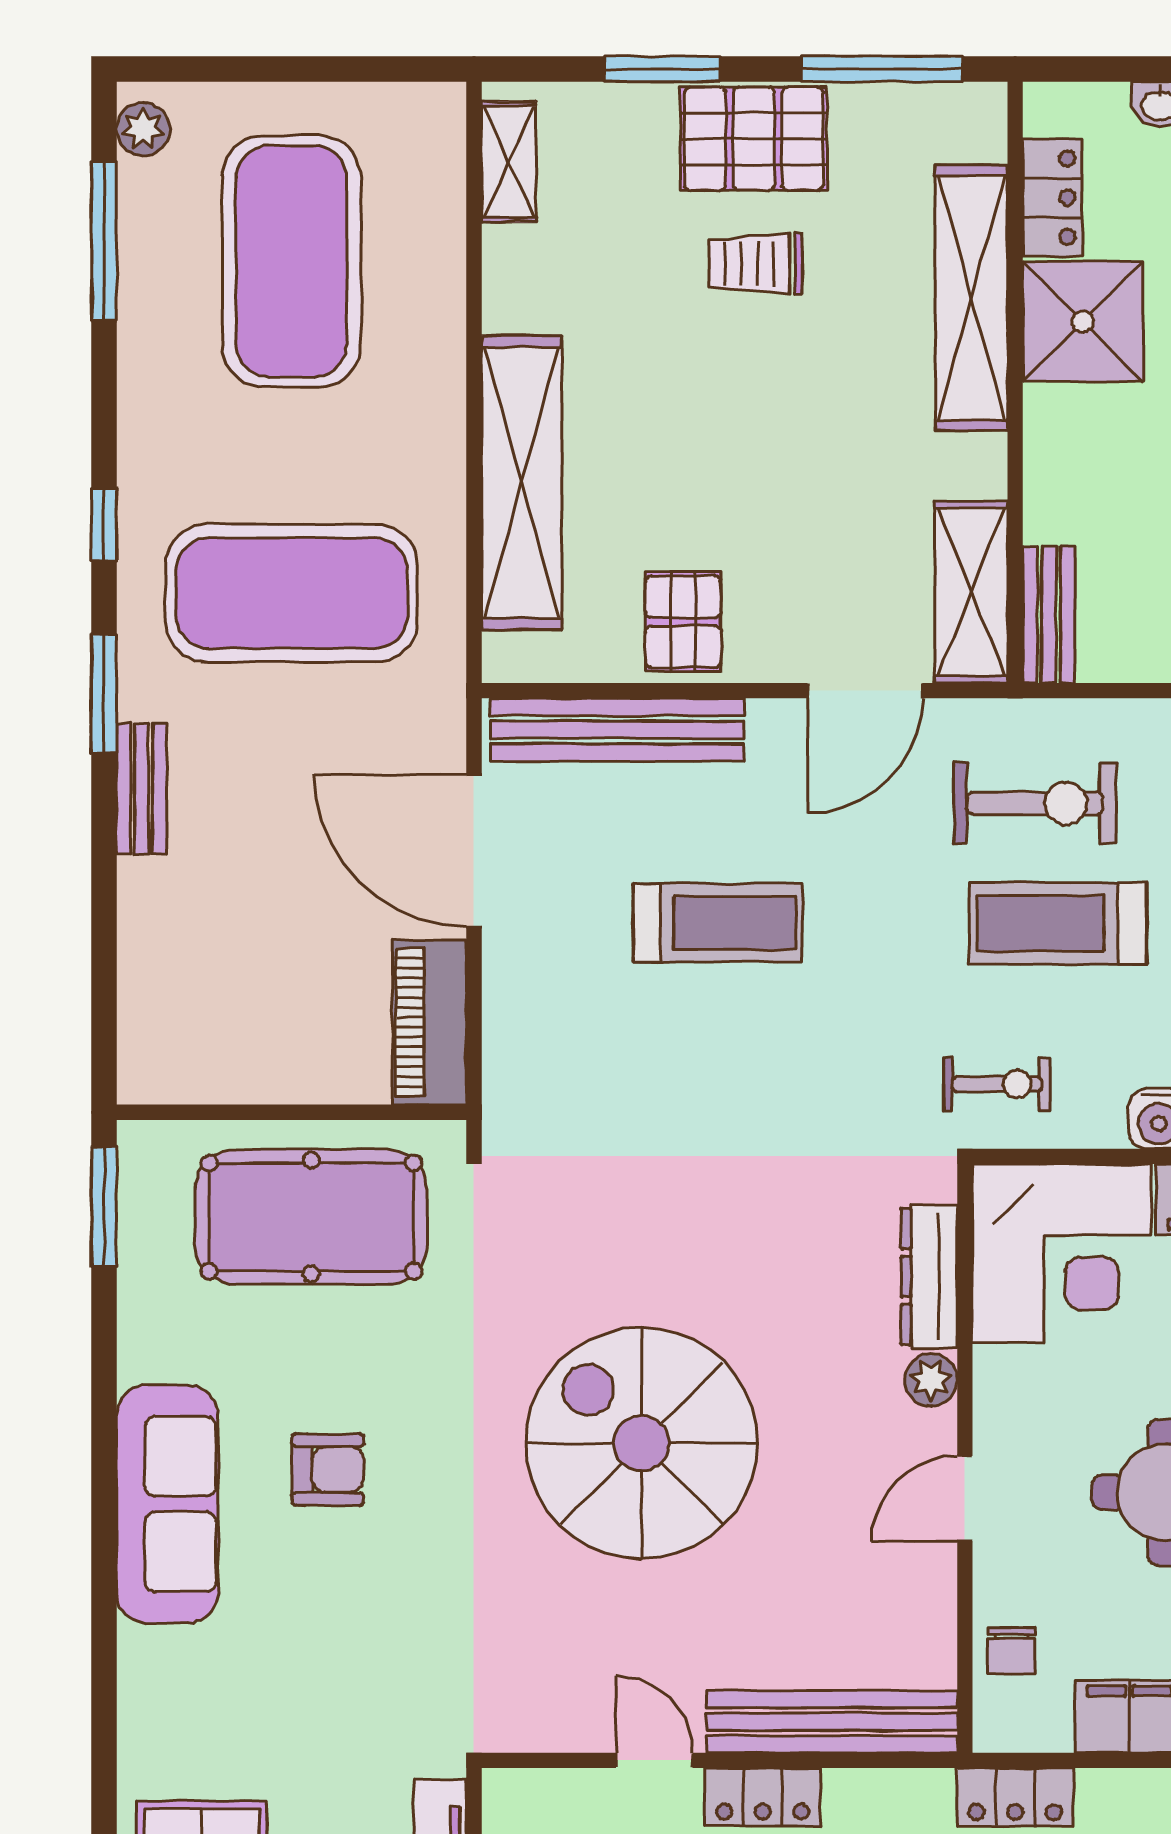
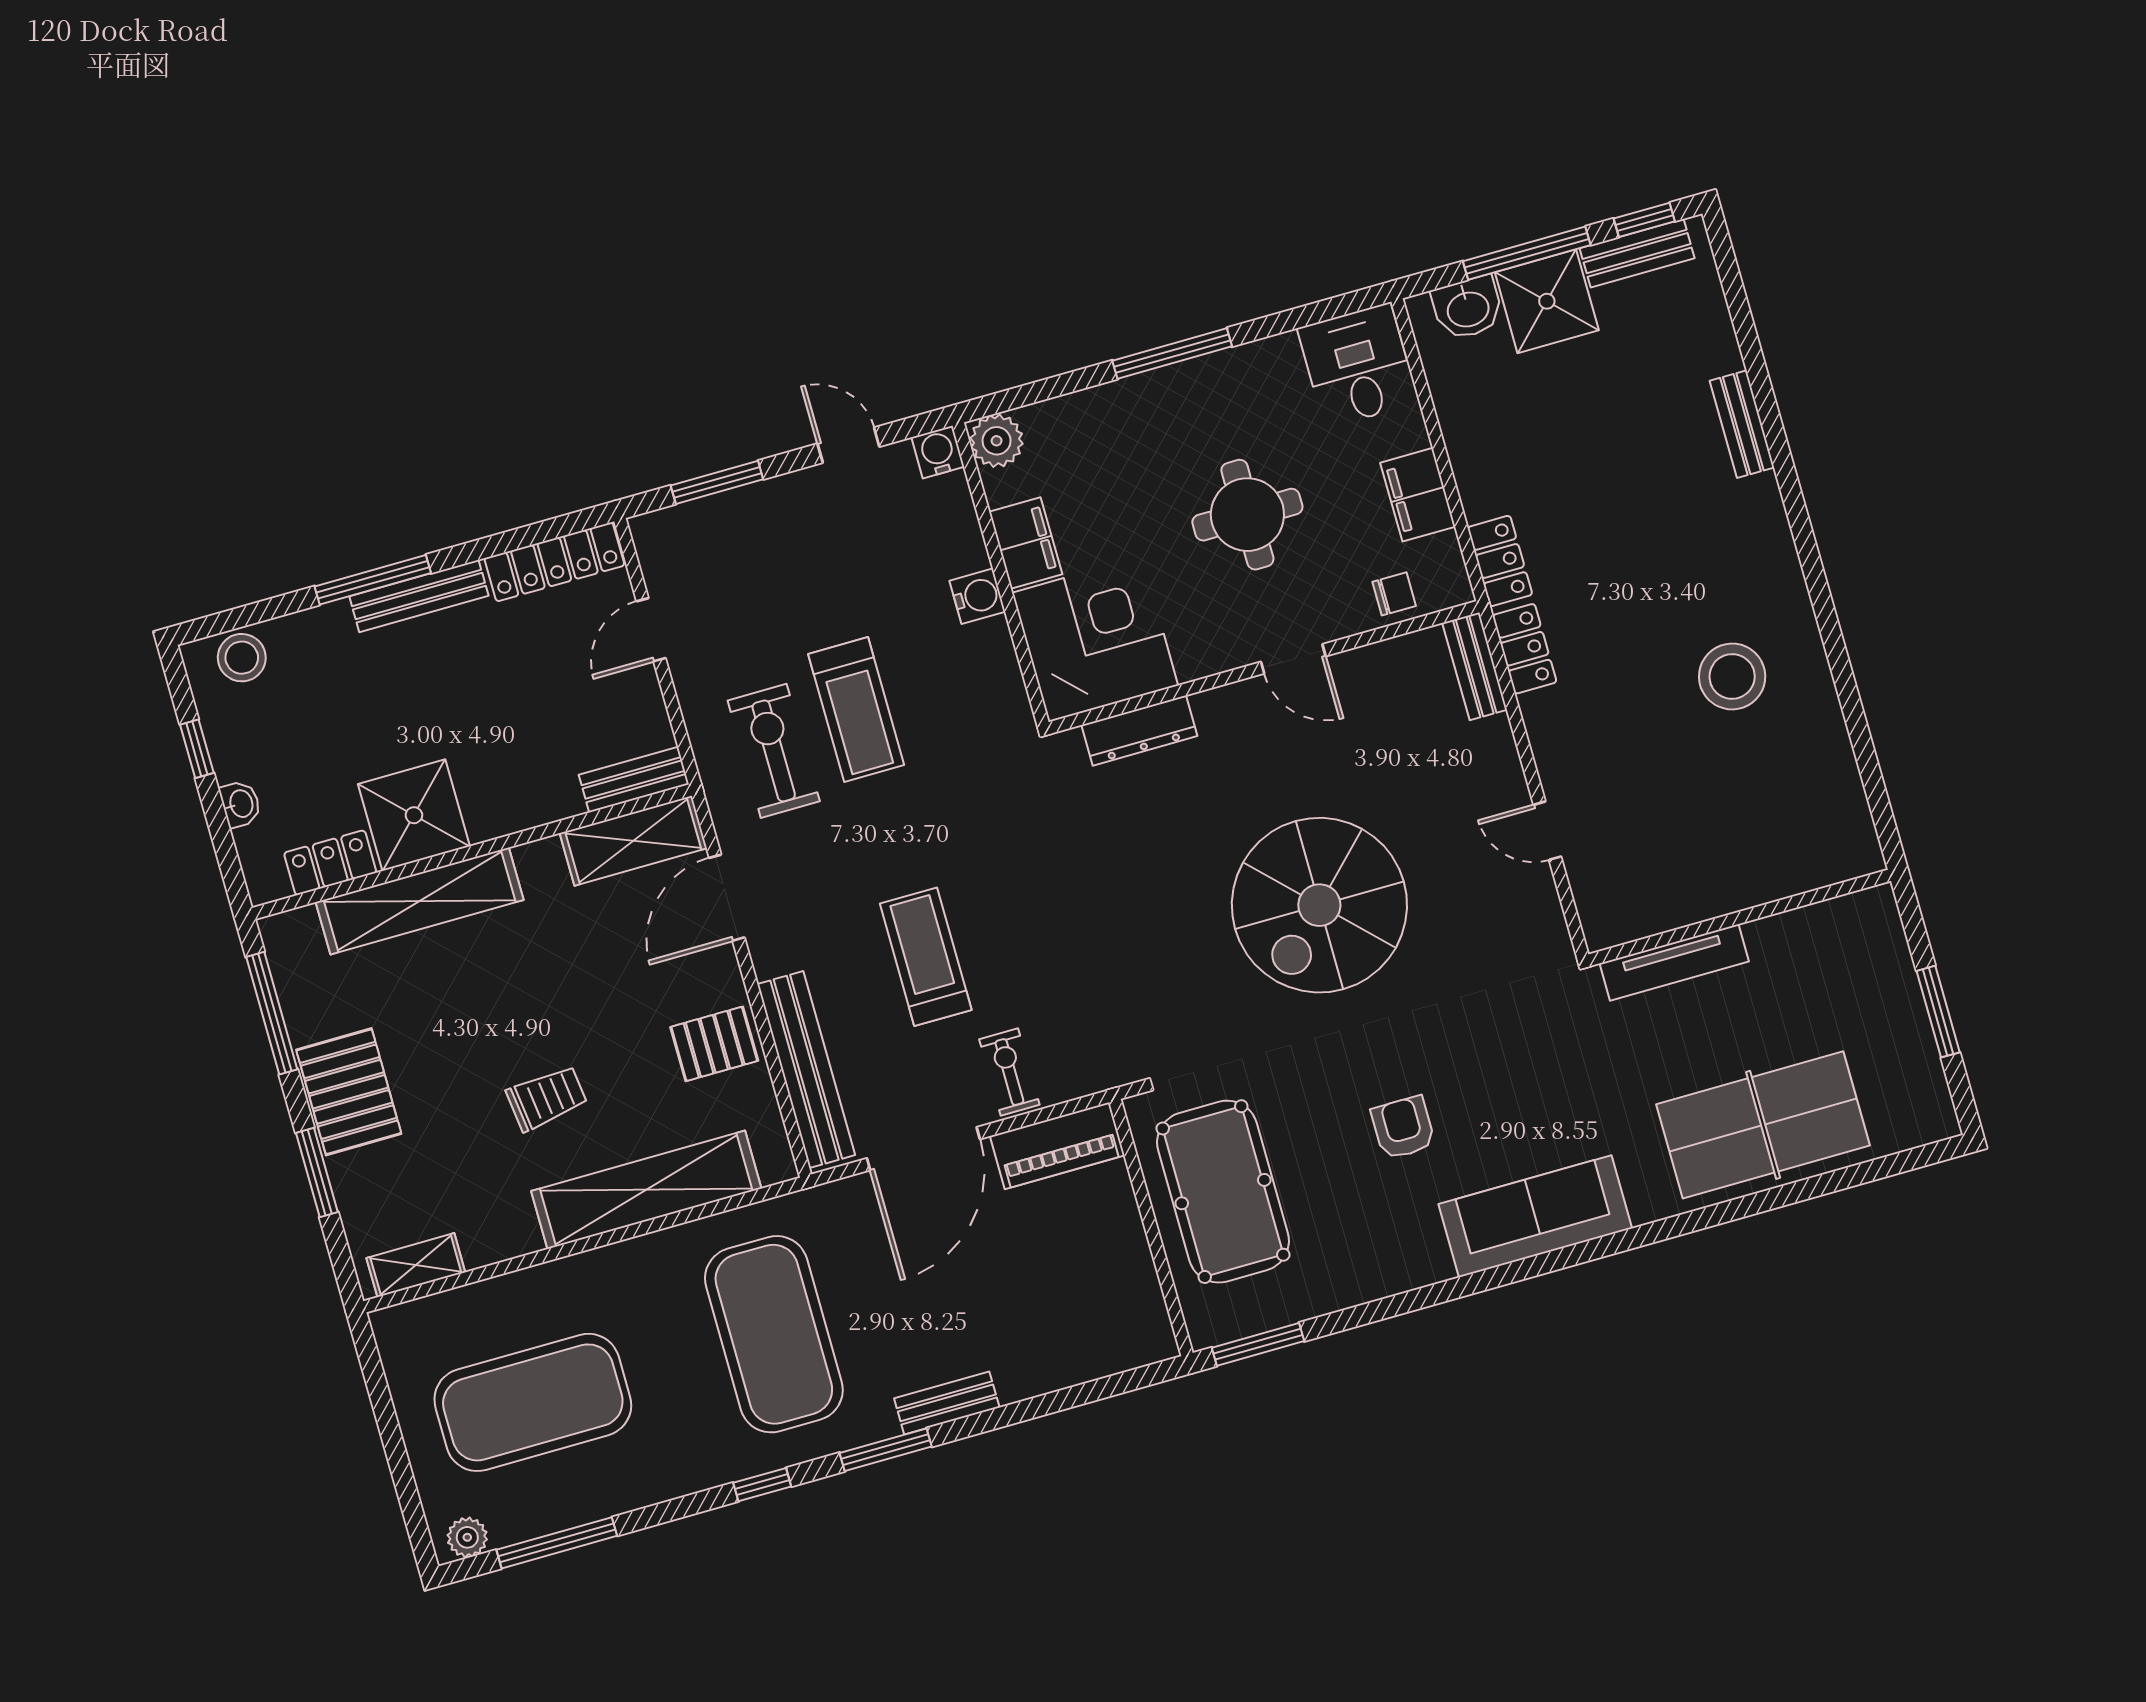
trolley: (756, 264) -> (547, 1098), moved, turned -97
door: (865, 691) -> (727, 898), swing flipped
exercise bike: (997, 1084) -> (1009, 1072), moved
plant: (931, 1380) -> (1214, 708), removed
sofa: (167, 1504) -> (1535, 1216), moved
bench: (832, 1722) -> (1475, 666), width x0.54, depth x0.82
door: (654, 1760) -> (1547, 831), hinge flipped
locker: (763, 1797) -> (1525, 649), moved

